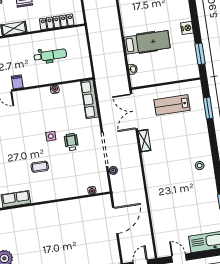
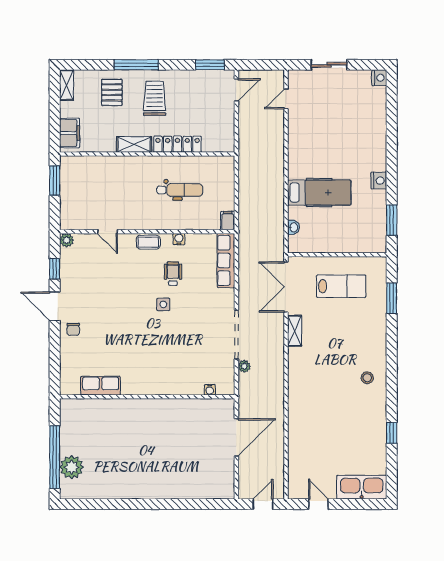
locker: (57, 22) -> (177, 144), moved
filing cabinet: (17, 82) -> (228, 221), moved
lab bench: (172, 105) -> (341, 286), turned 180
wheelchair: (71, 142) -> (173, 274), moved
coffee table: (40, 167) -> (148, 242), moved

